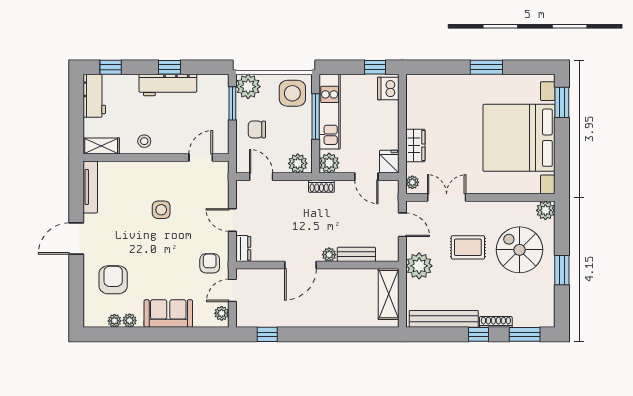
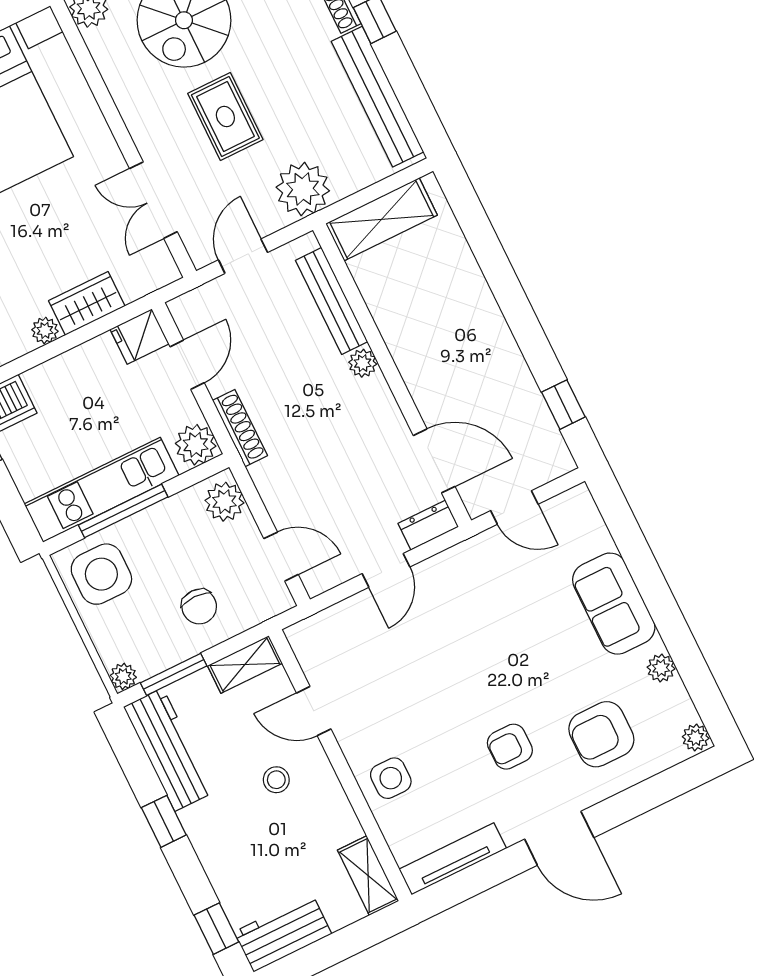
workbench: (168, 85) -> (169, 750), moved
plant: (248, 87) -> (123, 676), width x0.53, depth x0.53
shelving: (221, 137) -> (245, 664), added
stool: (144, 141) -> (276, 780), moved
door: (201, 157) -> (314, 711), moved
door: (261, 177) -> (281, 557), swing flipped
plant: (412, 182) -> (45, 330), moved
shoe rack: (321, 186) -> (240, 428), width x1.43
side table: (161, 210) -> (391, 778), moved
bench: (356, 254) -> (332, 301), width x1.36
armchair: (210, 263) -> (510, 747), moved
door: (300, 265) -> (434, 461), moved
plant: (222, 313) -> (566, 507), removed
plant: (114, 321) -> (696, 738), moved

